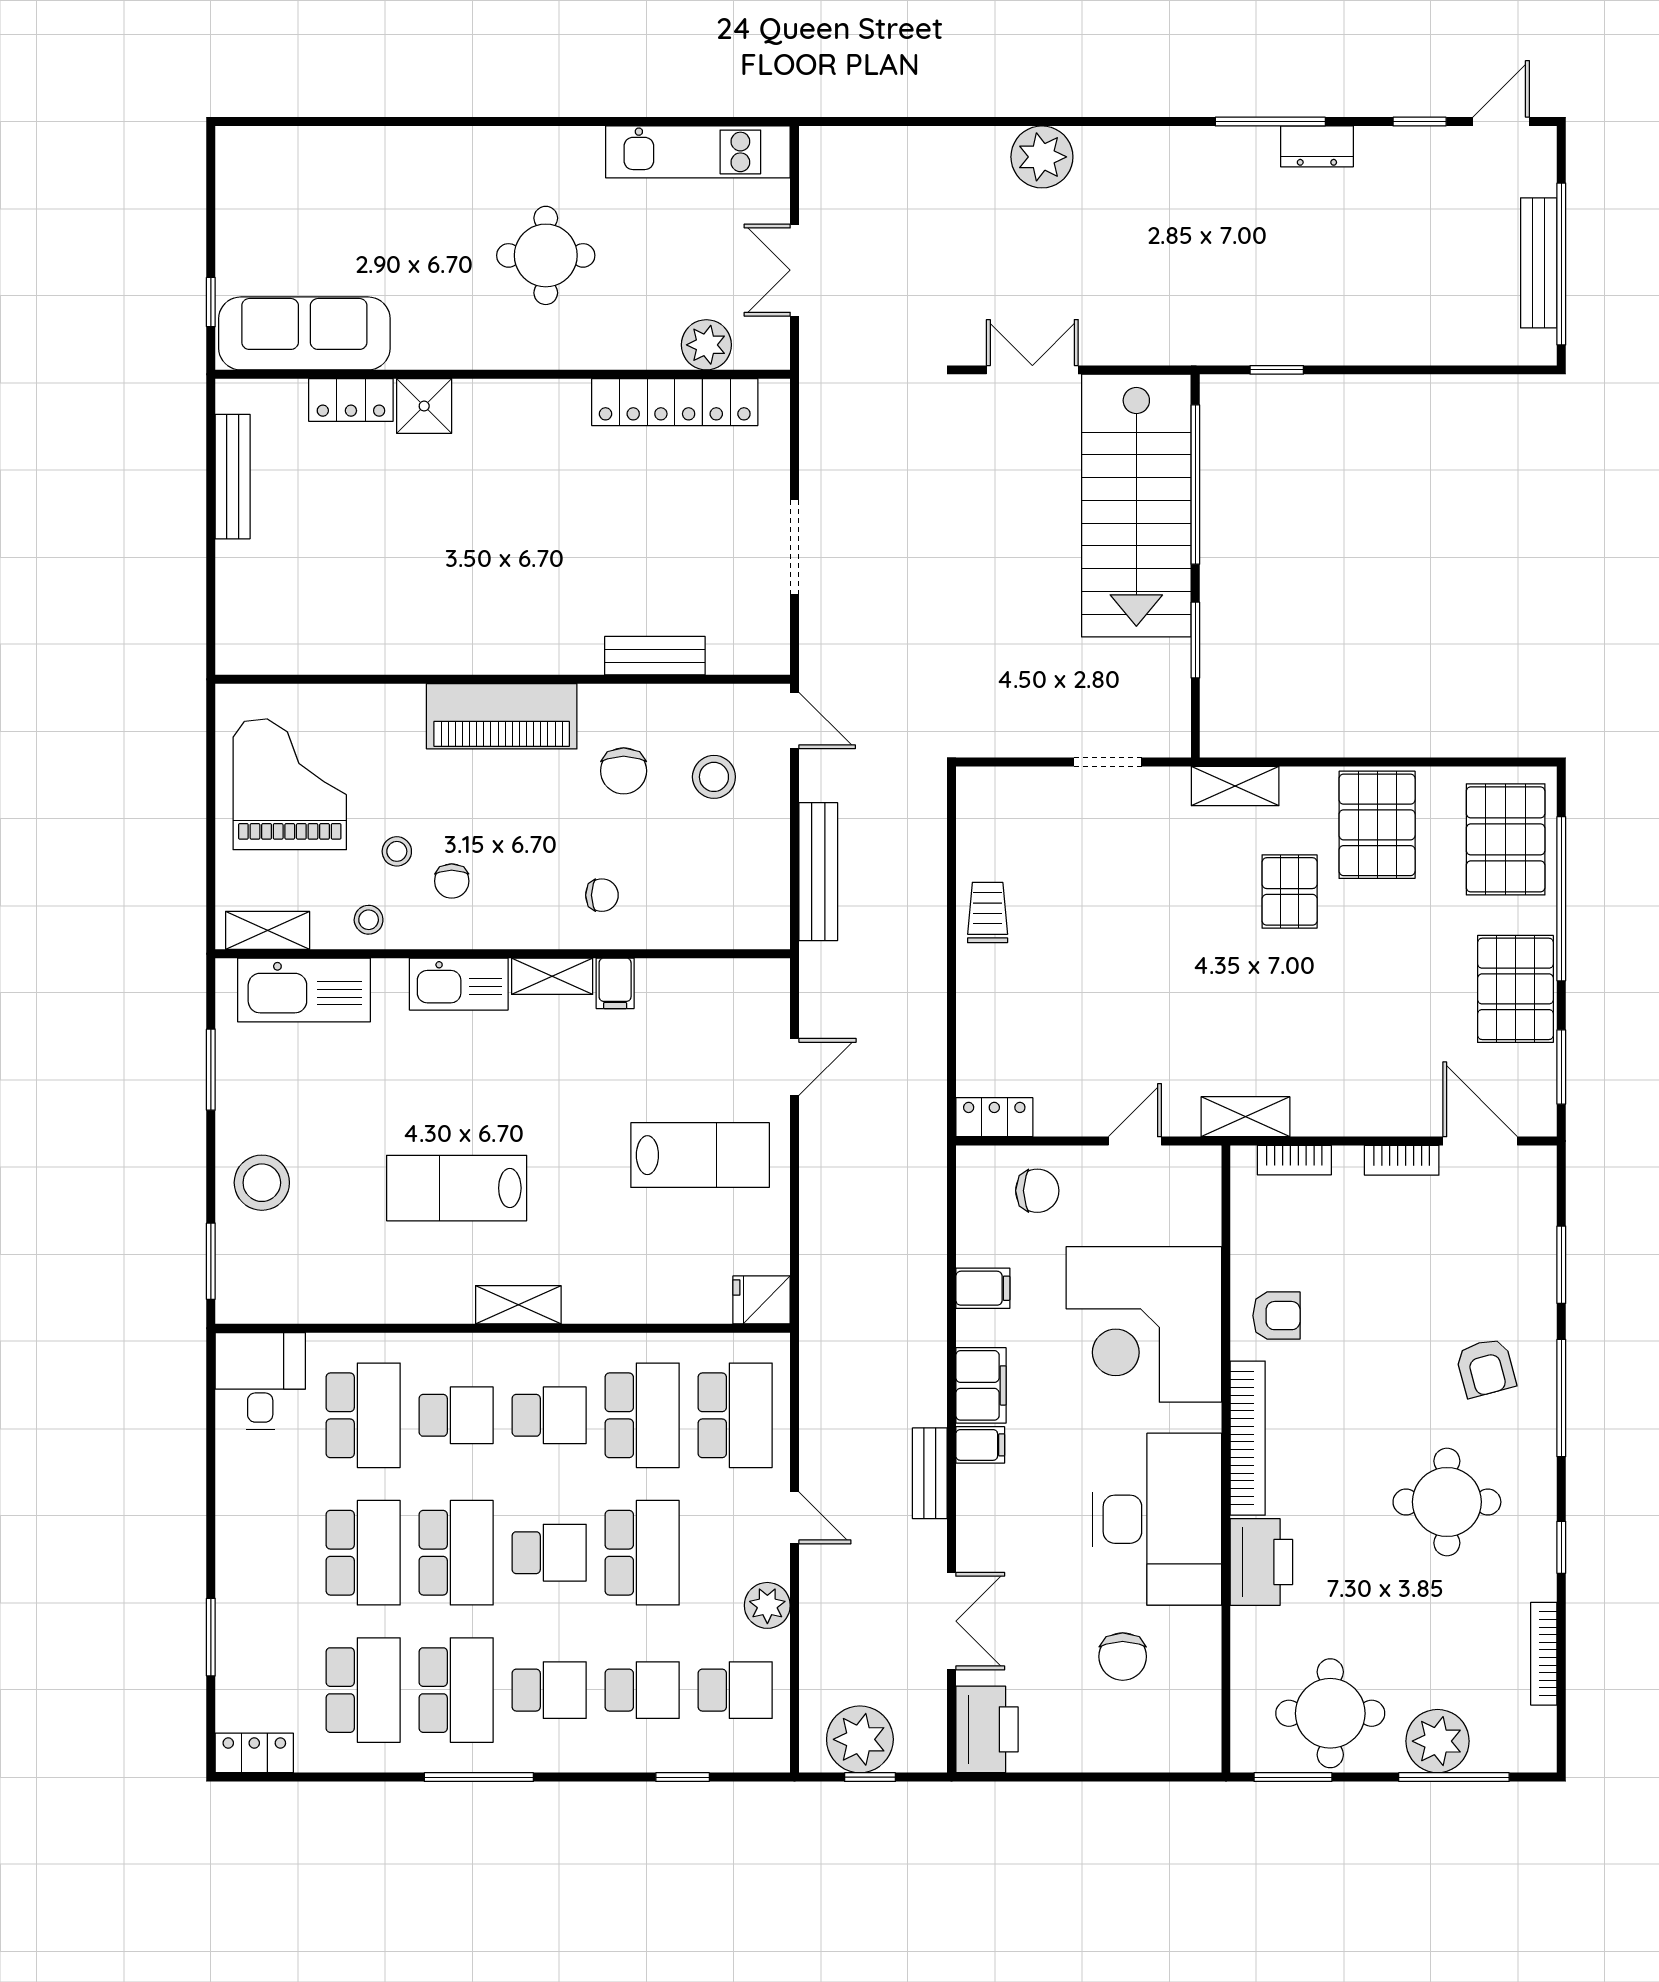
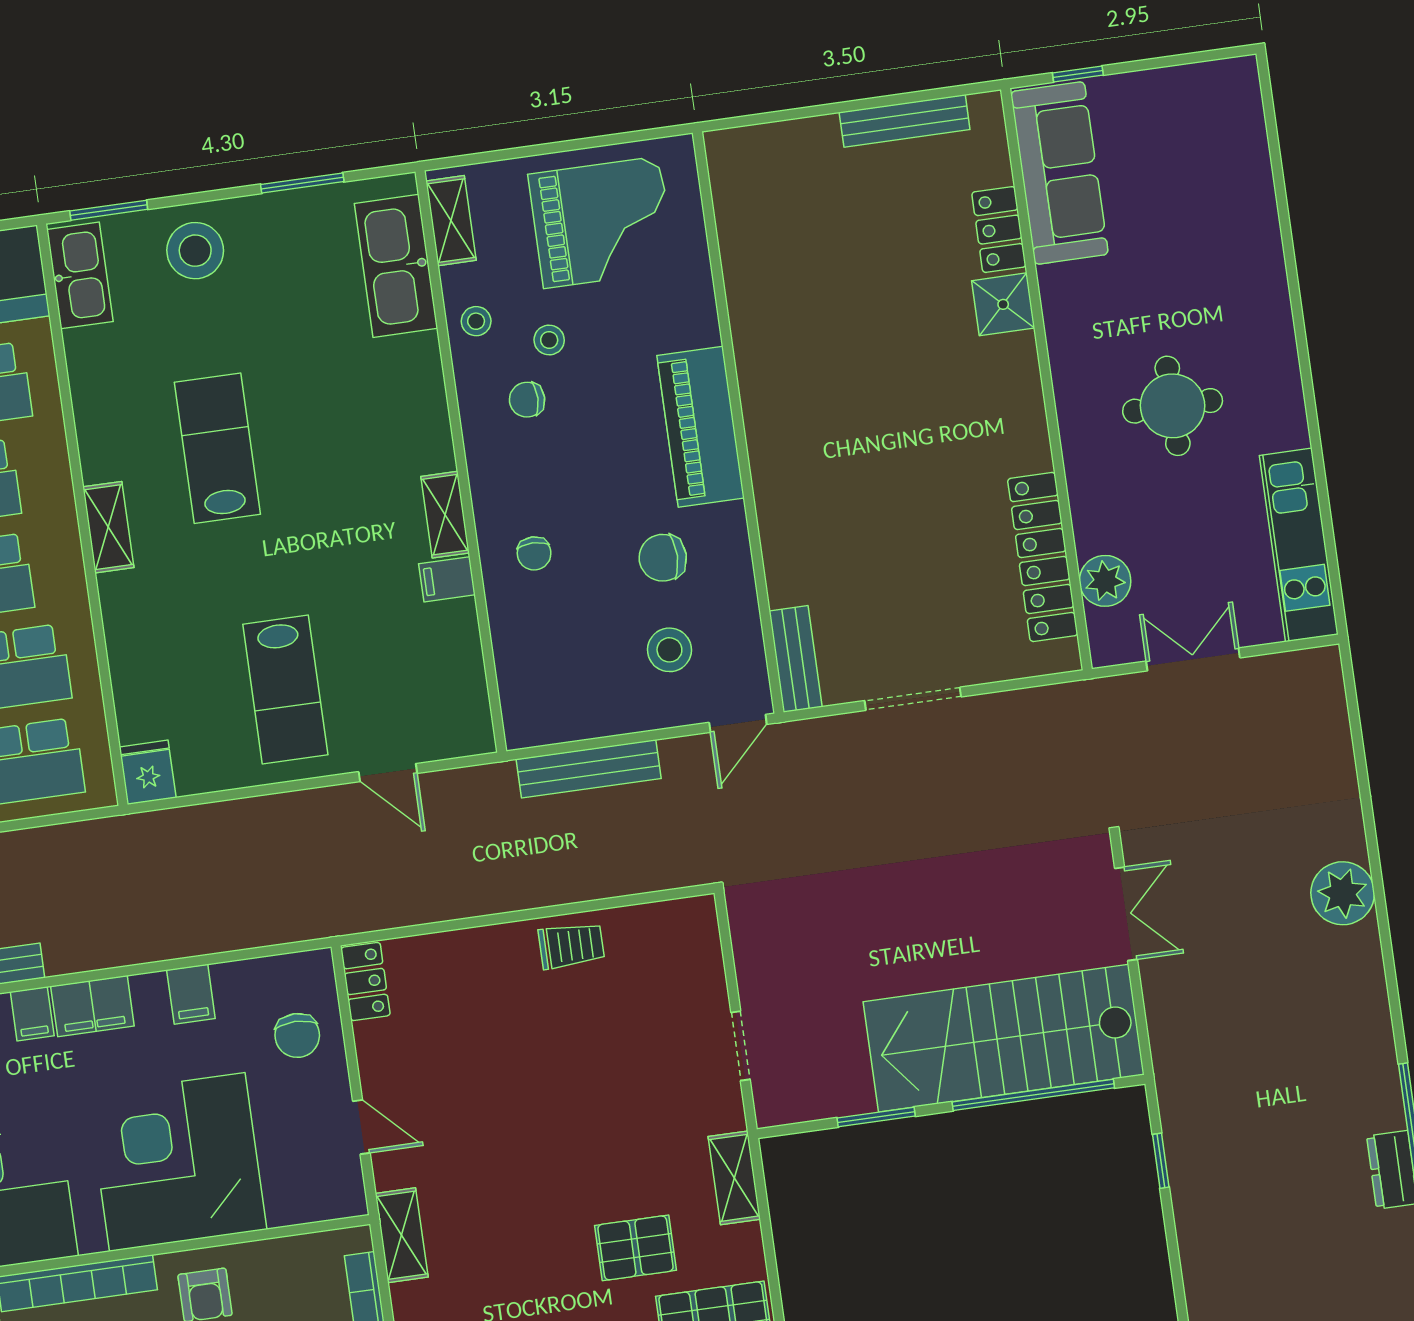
bench: (655, 656) -> (796, 659), moved
kitchen sink: (459, 984) -> (80, 275), moved, turned 180

